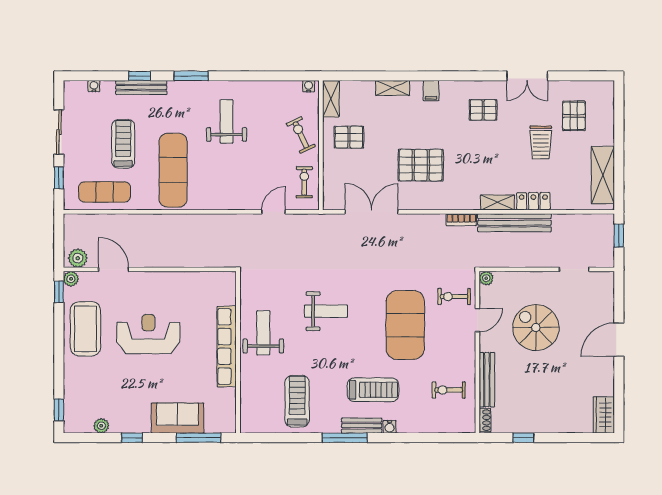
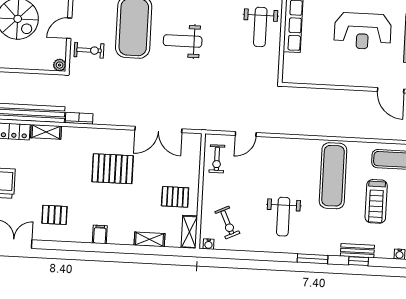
bench: (141, 88) -> (357, 251), width x0.73
shelving: (393, 88) -> (150, 239), moved
exercise bike: (301, 135) -> (227, 222), moved
weight bench: (326, 311) -> (183, 41), moved

